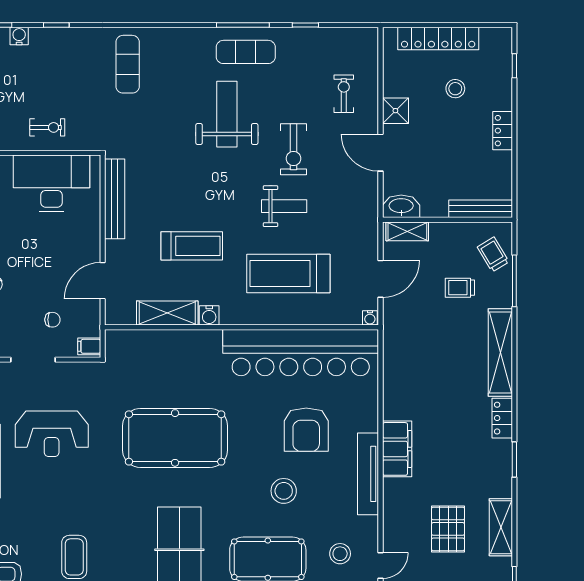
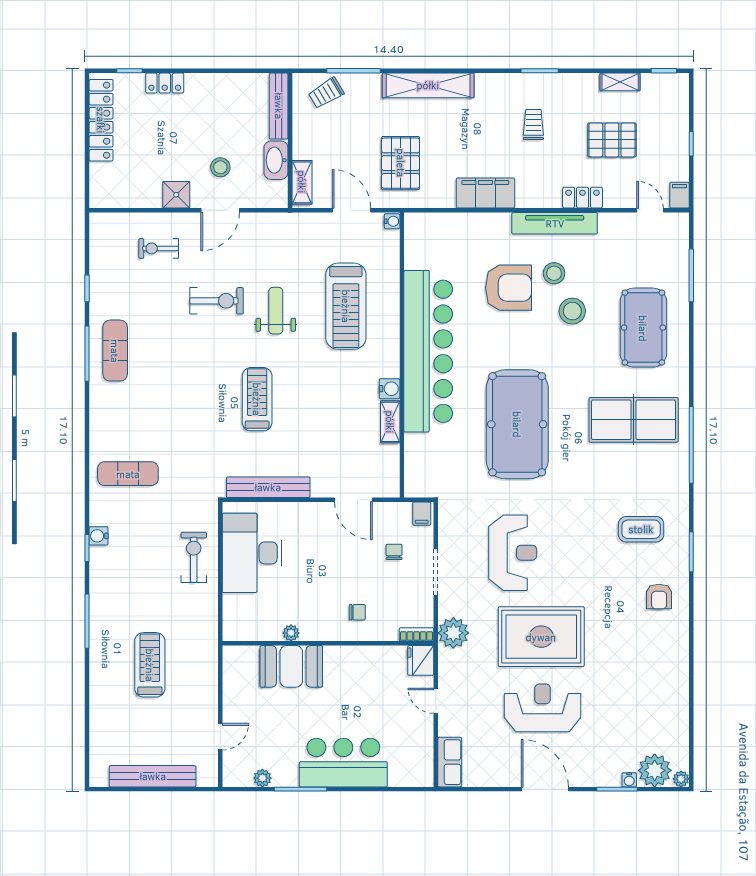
water cooler: (19, 36) -> (99, 536), moved
locker: (438, 38) -> (101, 120), moved
stool: (455, 89) -> (220, 167), moved
weight bench: (227, 114) -> (180, 370), removed
exercise bike: (47, 127) -> (194, 557), width x1.38, depth x1.39
locker: (503, 131) -> (165, 83), moved
washbasin: (401, 206) -> (276, 160), moved
treadmill: (192, 246) -> (257, 399), moved
trolley: (460, 288) -> (533, 125), moved, turned 180
shelving: (167, 313) -> (390, 422), width x0.67, depth x0.75
pallet: (426, 326) -> (401, 163), added
bar counter: (301, 353) -> (428, 351), moved
locker: (502, 418) -> (583, 198), moved, turned 180
filing cabinet: (397, 449) -> (485, 193), moved
shelving: (501, 527) -> (620, 82), width x0.67, depth x0.75
stool: (340, 554) -> (554, 273), moved

